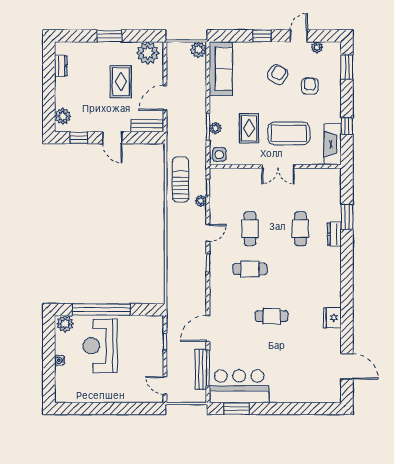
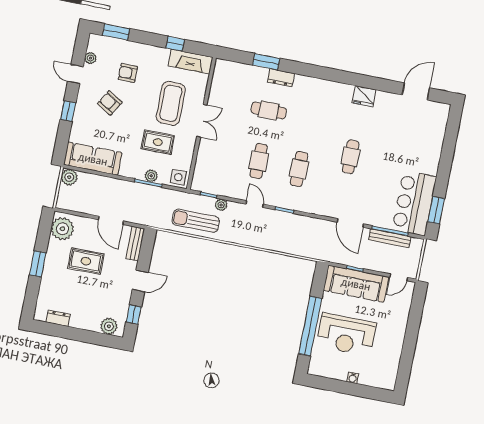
cafe table: (250, 229) -> (259, 161), turned 90
plant: (65, 324) -> (317, 365), removed
sofa: (151, 346) -> (356, 284), added

